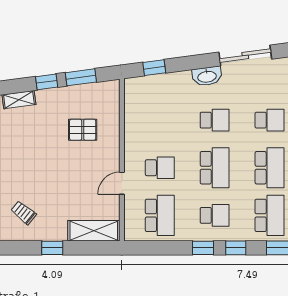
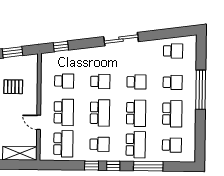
washbasin: (207, 76) -> (96, 53), removed
school desk: (160, 120) -> (64, 81), added
school desk: (160, 168) -> (64, 112), width x1.85
door: (122, 183) -> (39, 122), hinge flipped

